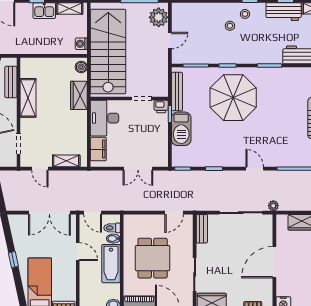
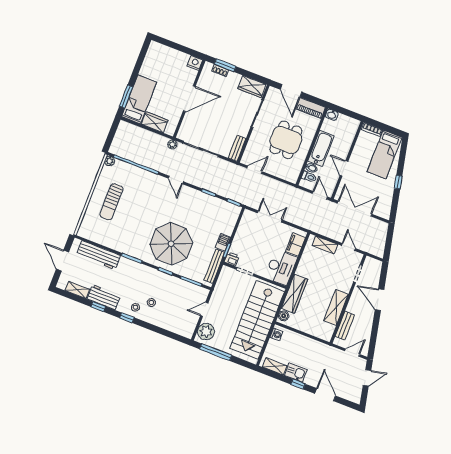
wardrobe: (79, 95) -> (294, 294), width x1.50
barbecue: (181, 129) -> (223, 242), width x0.53, depth x0.65

